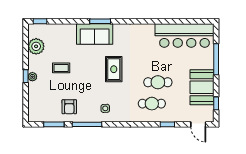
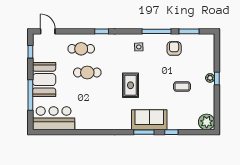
window: (40, 21) -> (171, 132), moved
bar counter: (184, 35) -> (54, 118), width x0.73
plant: (36, 46) -> (207, 122), moved
booth: (202, 87) -> (44, 80), moved
cafe table: (152, 104) -> (81, 49), moved
window: (167, 124) -> (102, 31), moved

